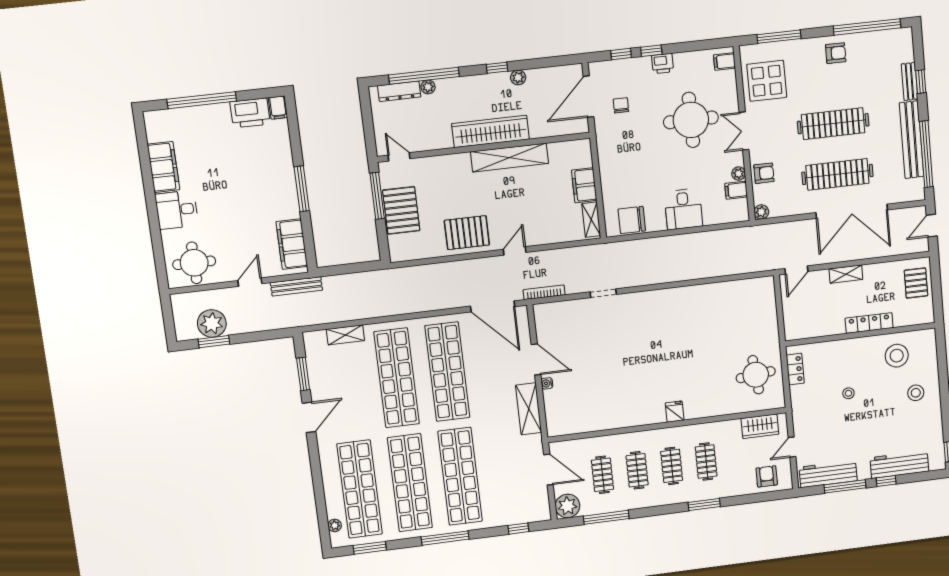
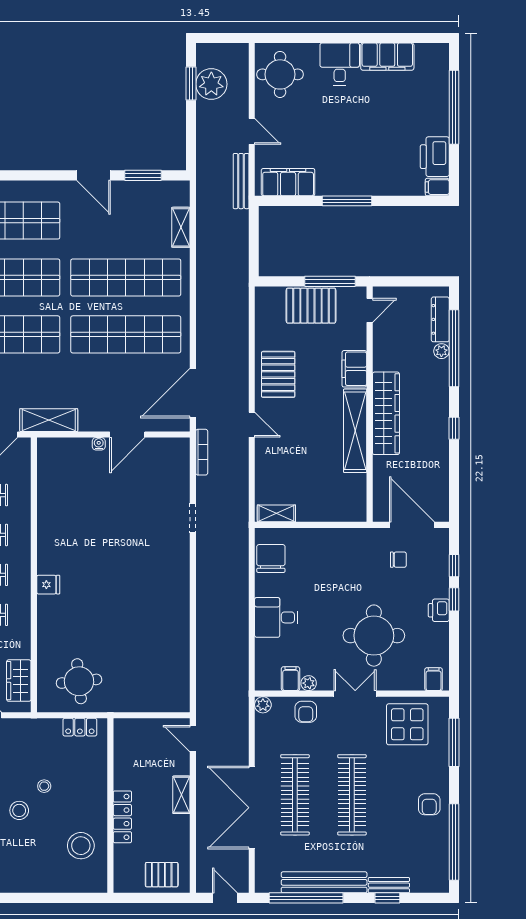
plant: (518, 77) -> (441, 450), removed
filing cabinet: (584, 185) -> (354, 369), moved, turned -90
stool: (916, 393) -> (19, 810), moved
shelving: (529, 409) -> (49, 420), moved

